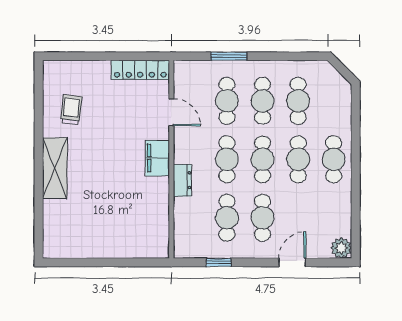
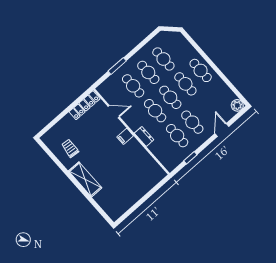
filing cabinet: (157, 158) -> (125, 136), width x0.50

